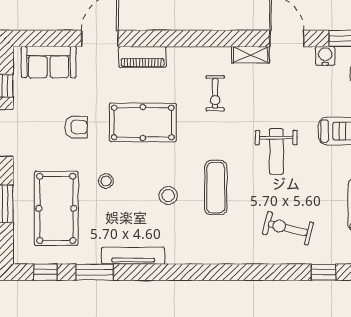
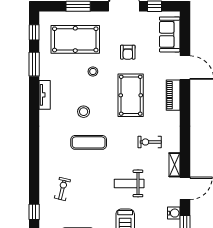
weight bench: (276, 151) -> (129, 183), moved
exercise bike: (288, 228) -> (62, 189), width x0.73, depth x0.72
tv unit: (133, 256) -> (45, 95), width x0.71

